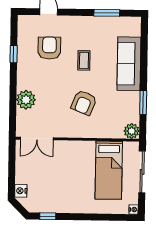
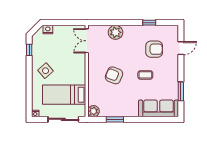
sofa: (129, 64) -> (159, 108), moved
side table: (76, 195) -> (46, 71), added

